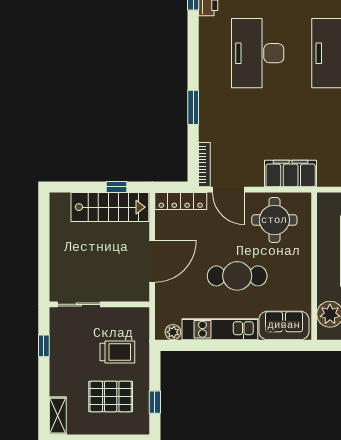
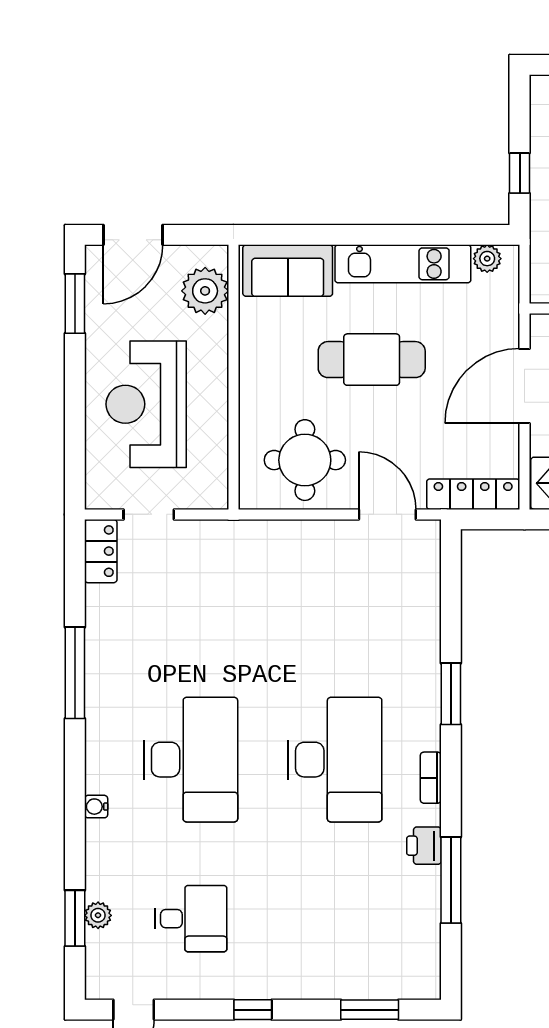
window: (193, 107) -> (451, 694), moved
bookcase: (204, 165) -> (431, 778), moved, width x0.64
filing cabinet: (291, 174) -> (276, 543), removed
window: (155, 402) -> (520, 173), moved

